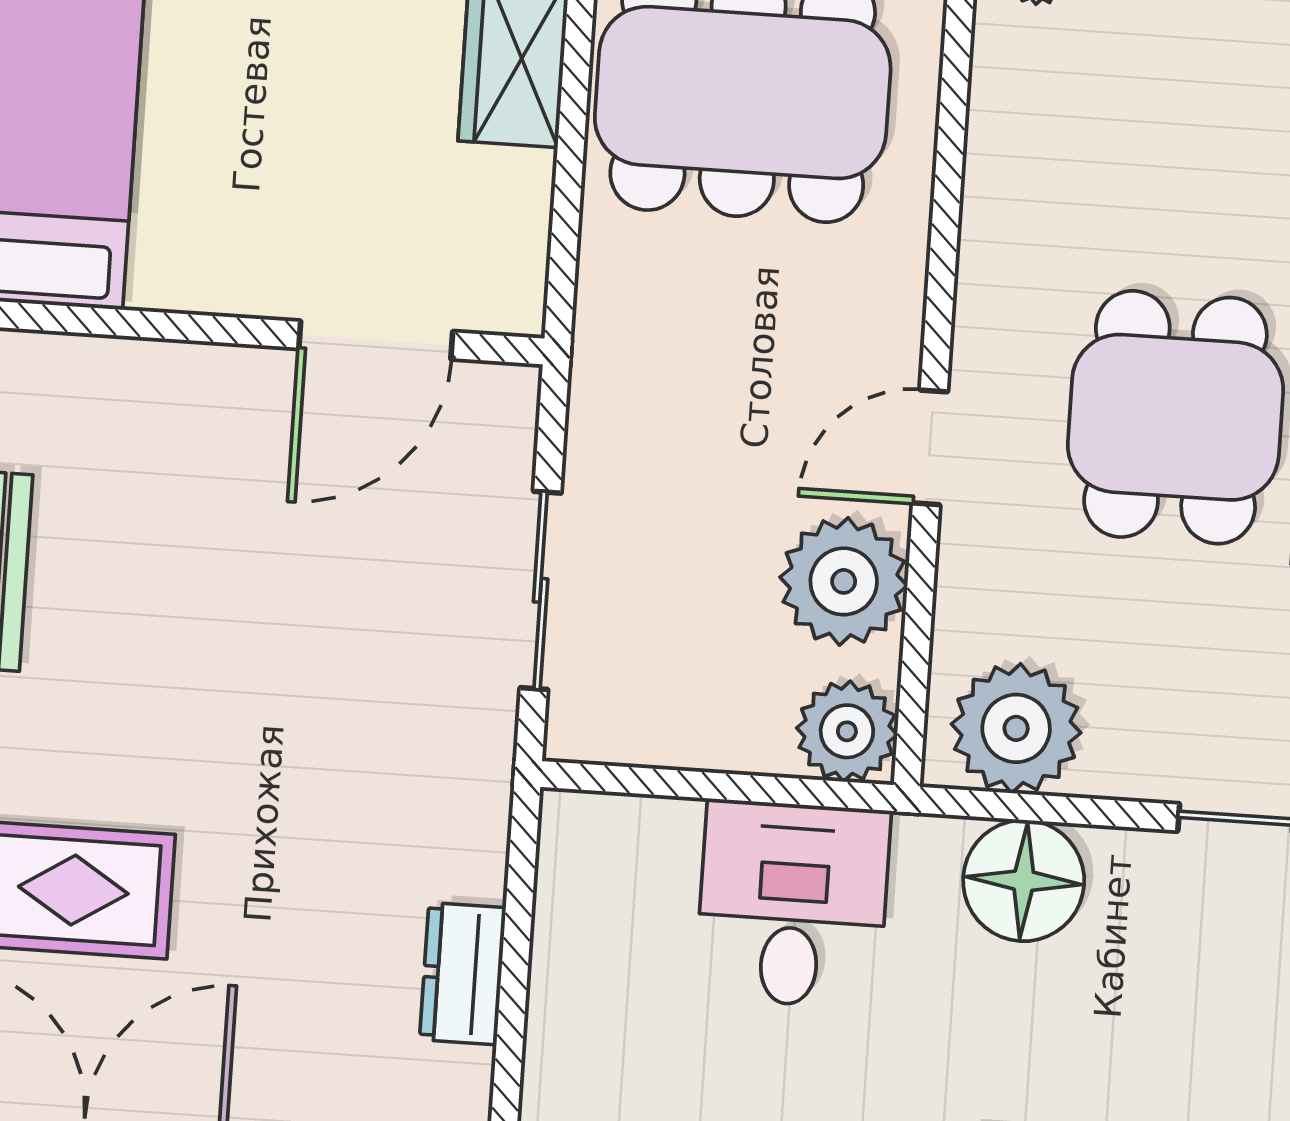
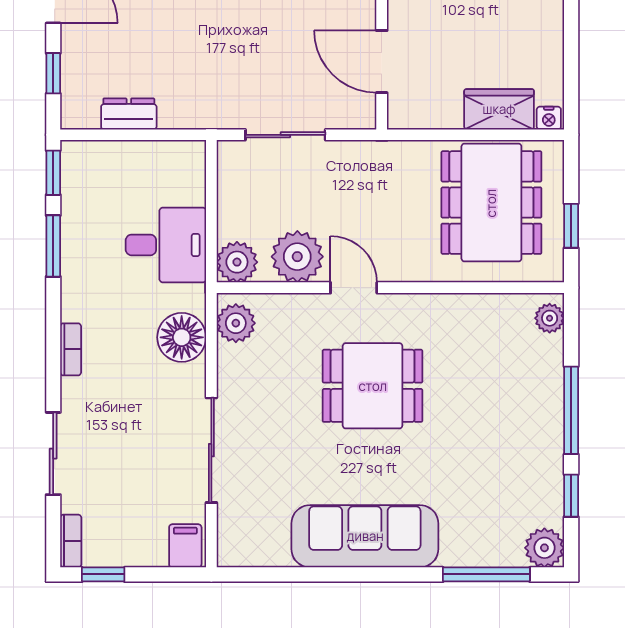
plant: (1016, 728) -> (236, 323), width x0.73, depth x0.73

